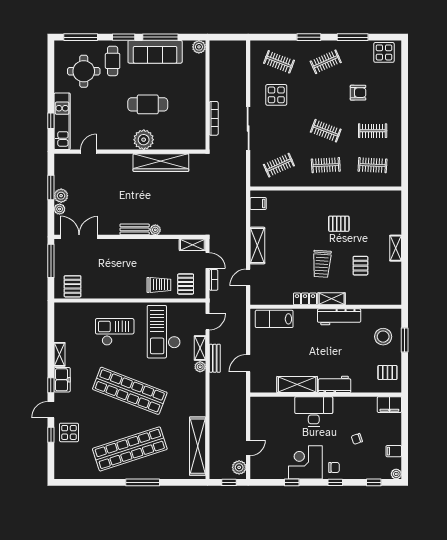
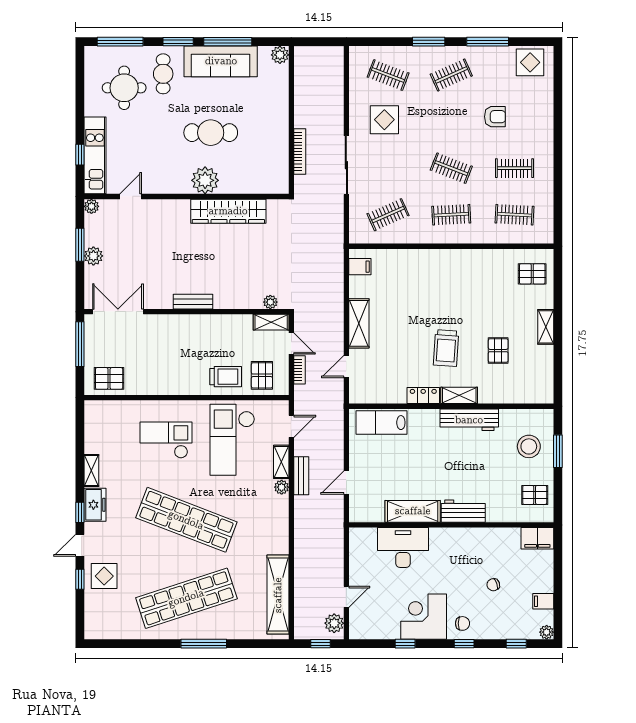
plant: (60, 209) -> (91, 206), moved
pallet: (339, 224) -> (532, 274), moved
plant: (155, 230) -> (270, 302), moved
pallet: (73, 286) -> (109, 378), turned 90
desk: (314, 411) -> (403, 548), moved

